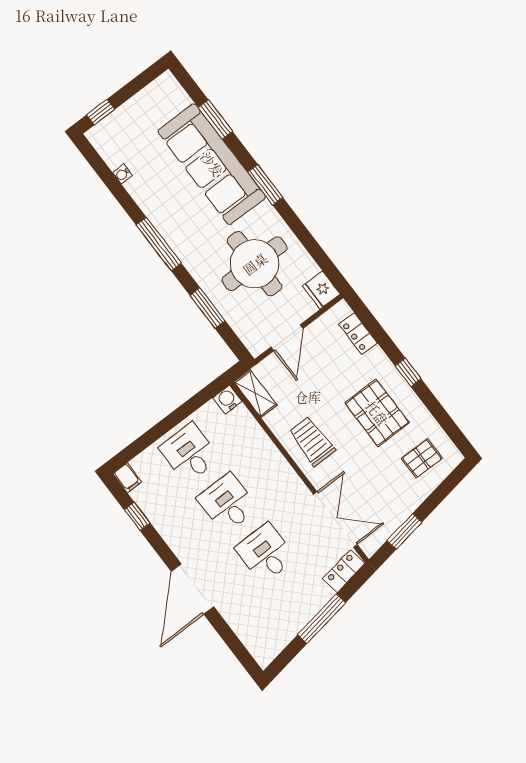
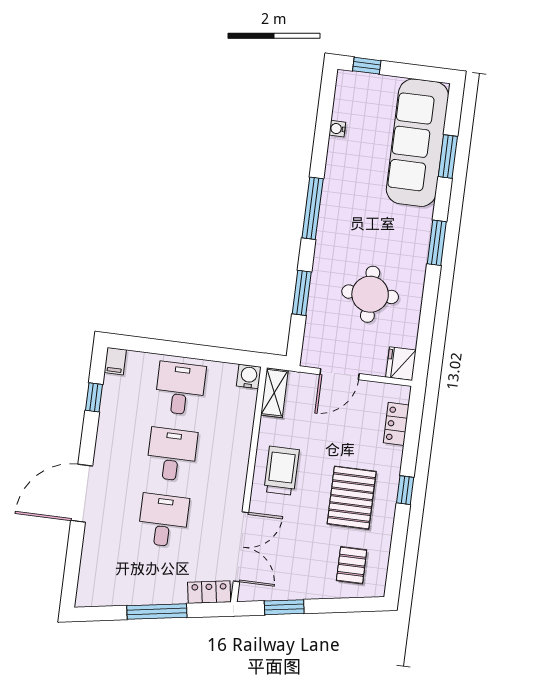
sofa: (212, 164) -> (417, 143), moved
round table: (255, 264) -> (370, 294), width x0.73, depth x0.73
pallet: (422, 458) -> (352, 565), turned 90

